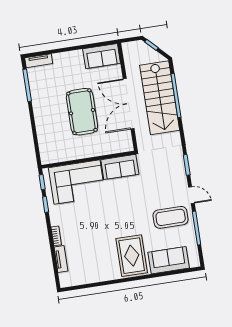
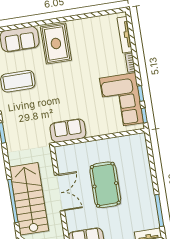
double door: (129, 104) -> (59, 193), width x0.73
corner sofa: (77, 182) -> (122, 100), moved, turned -90
tv unit: (61, 259) -> (125, 35), width x1.41

